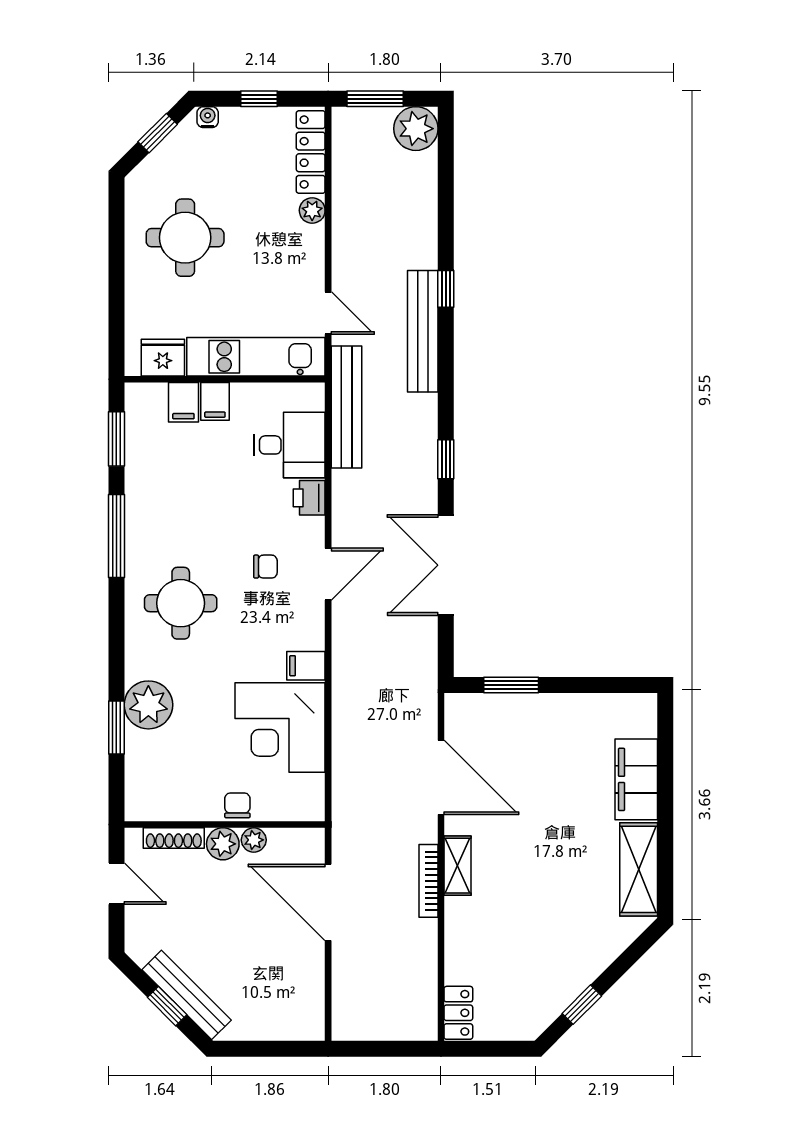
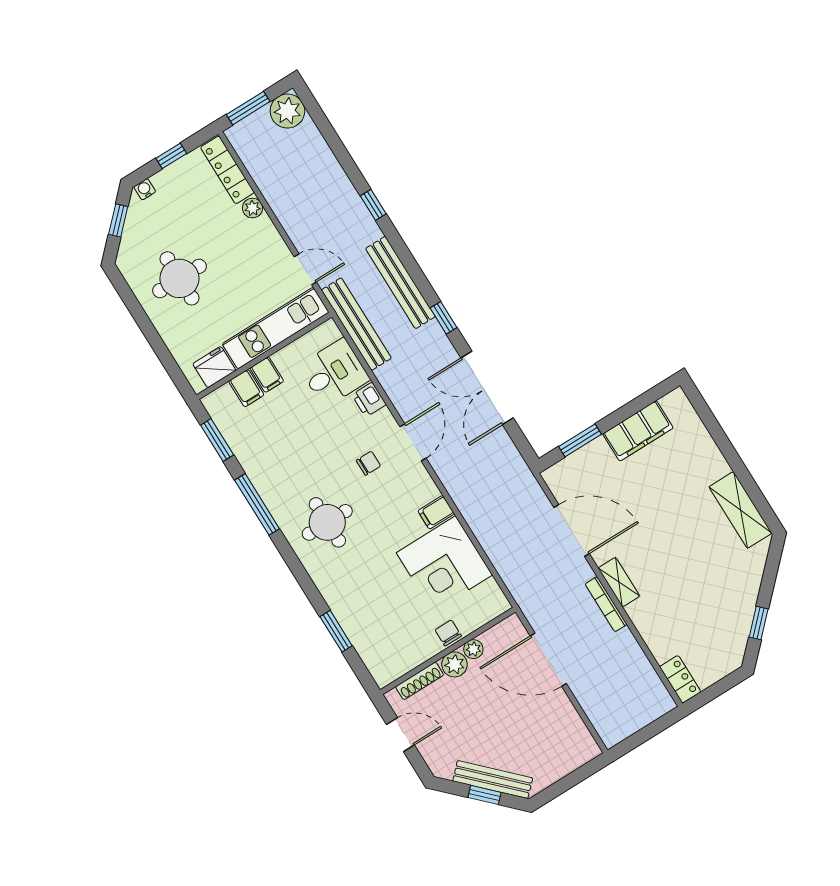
bench: (423, 331) -> (400, 283), moved
plant: (148, 705) -> (348, 603), removed
filing cabinet: (636, 779) -> (638, 431), moved, turned -90

